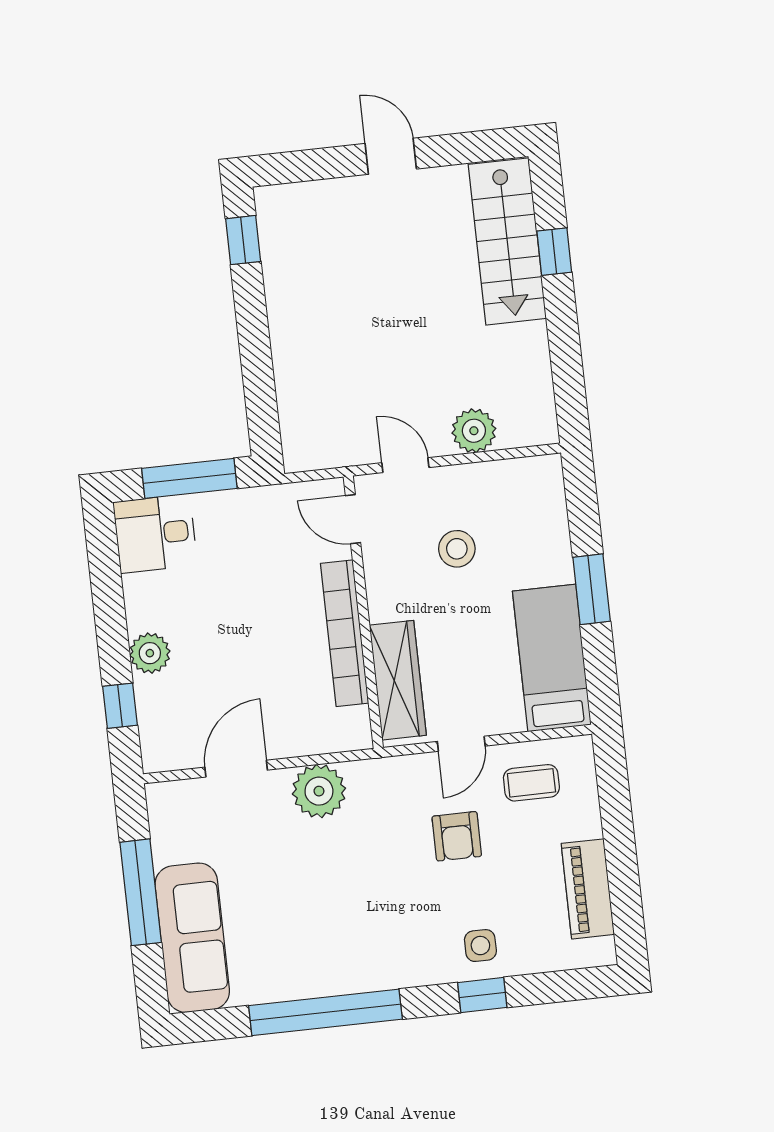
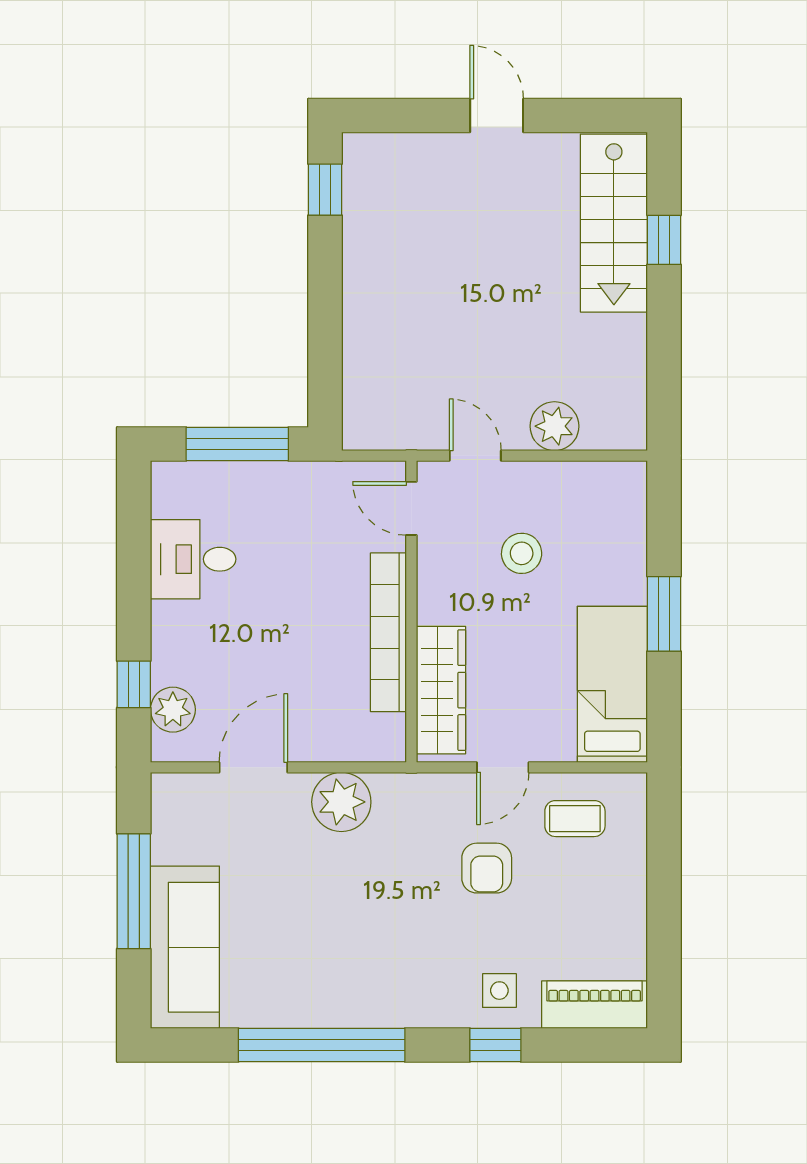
desk: (155, 534) -> (193, 559), moved
plant: (150, 653) -> (173, 710), moved
piano: (588, 889) -> (595, 1005), moved, turned 90

